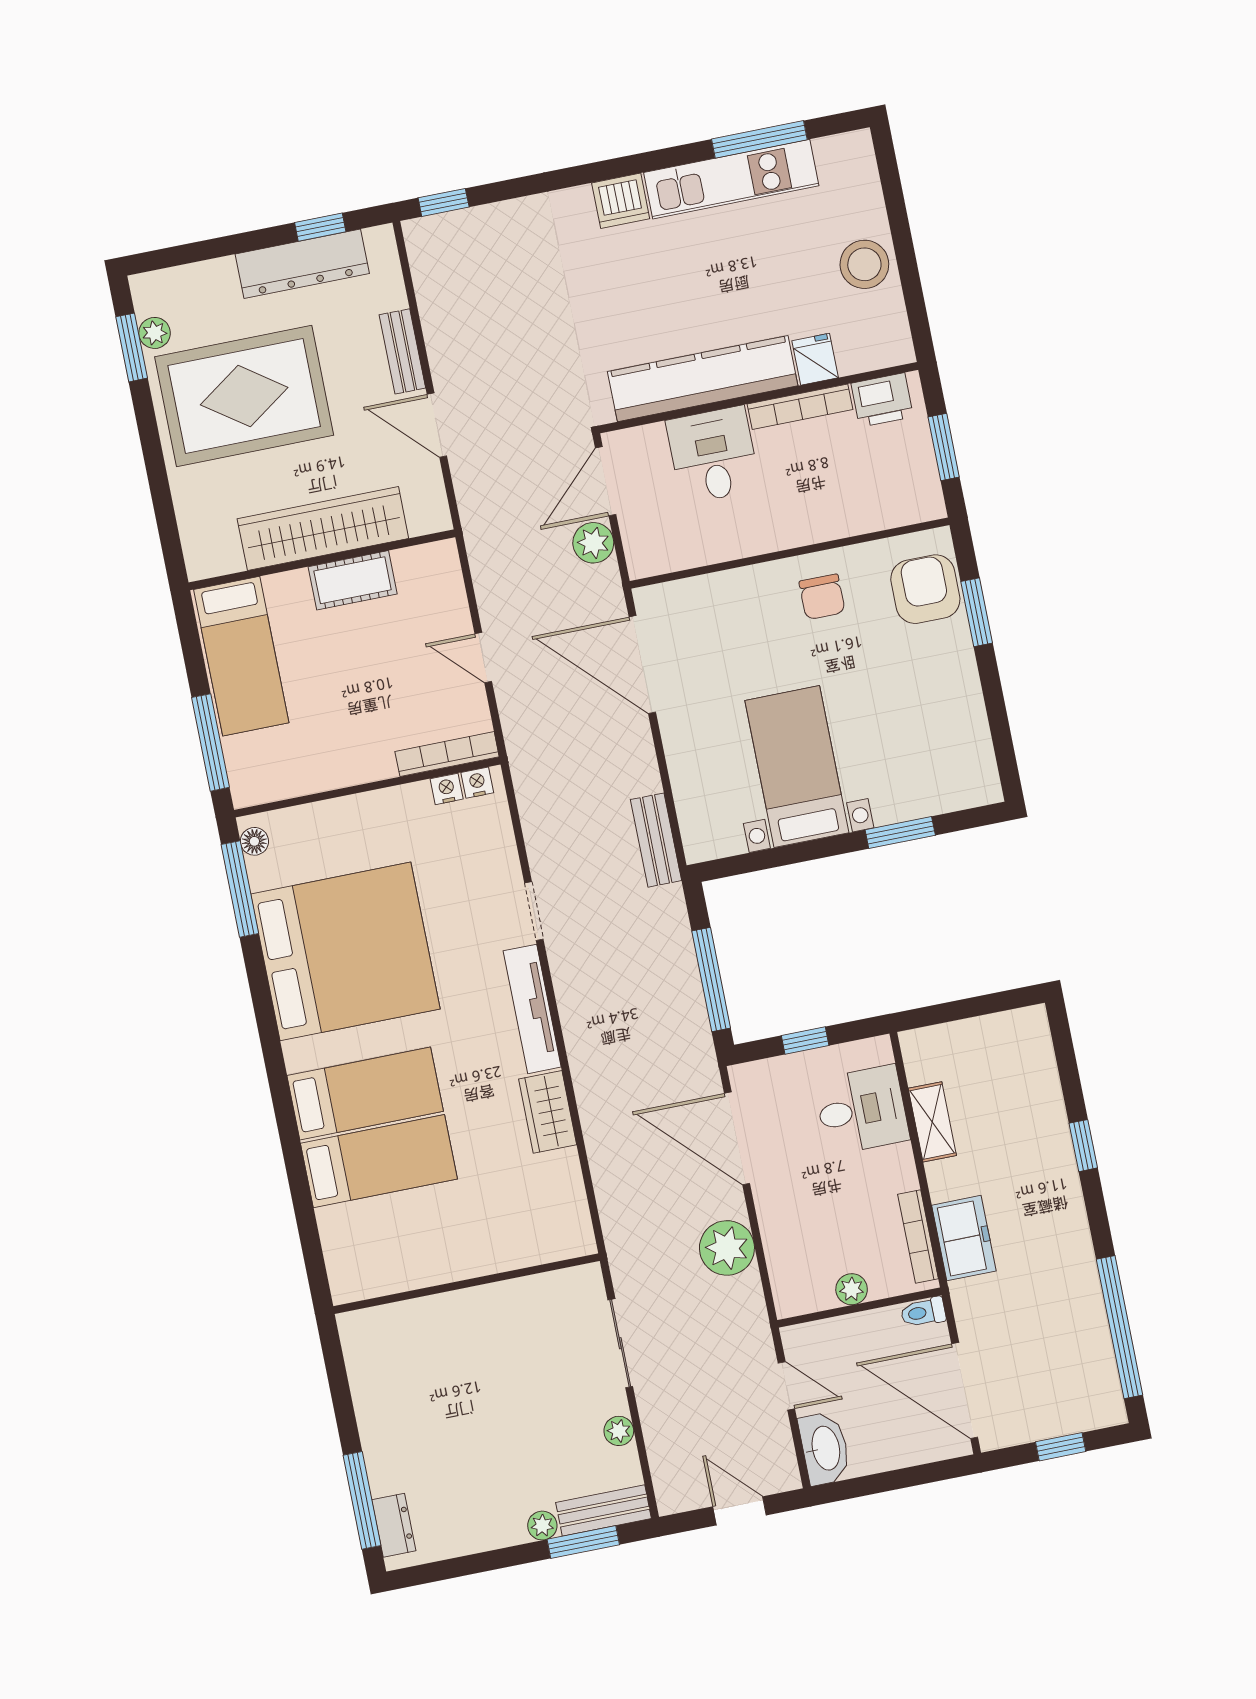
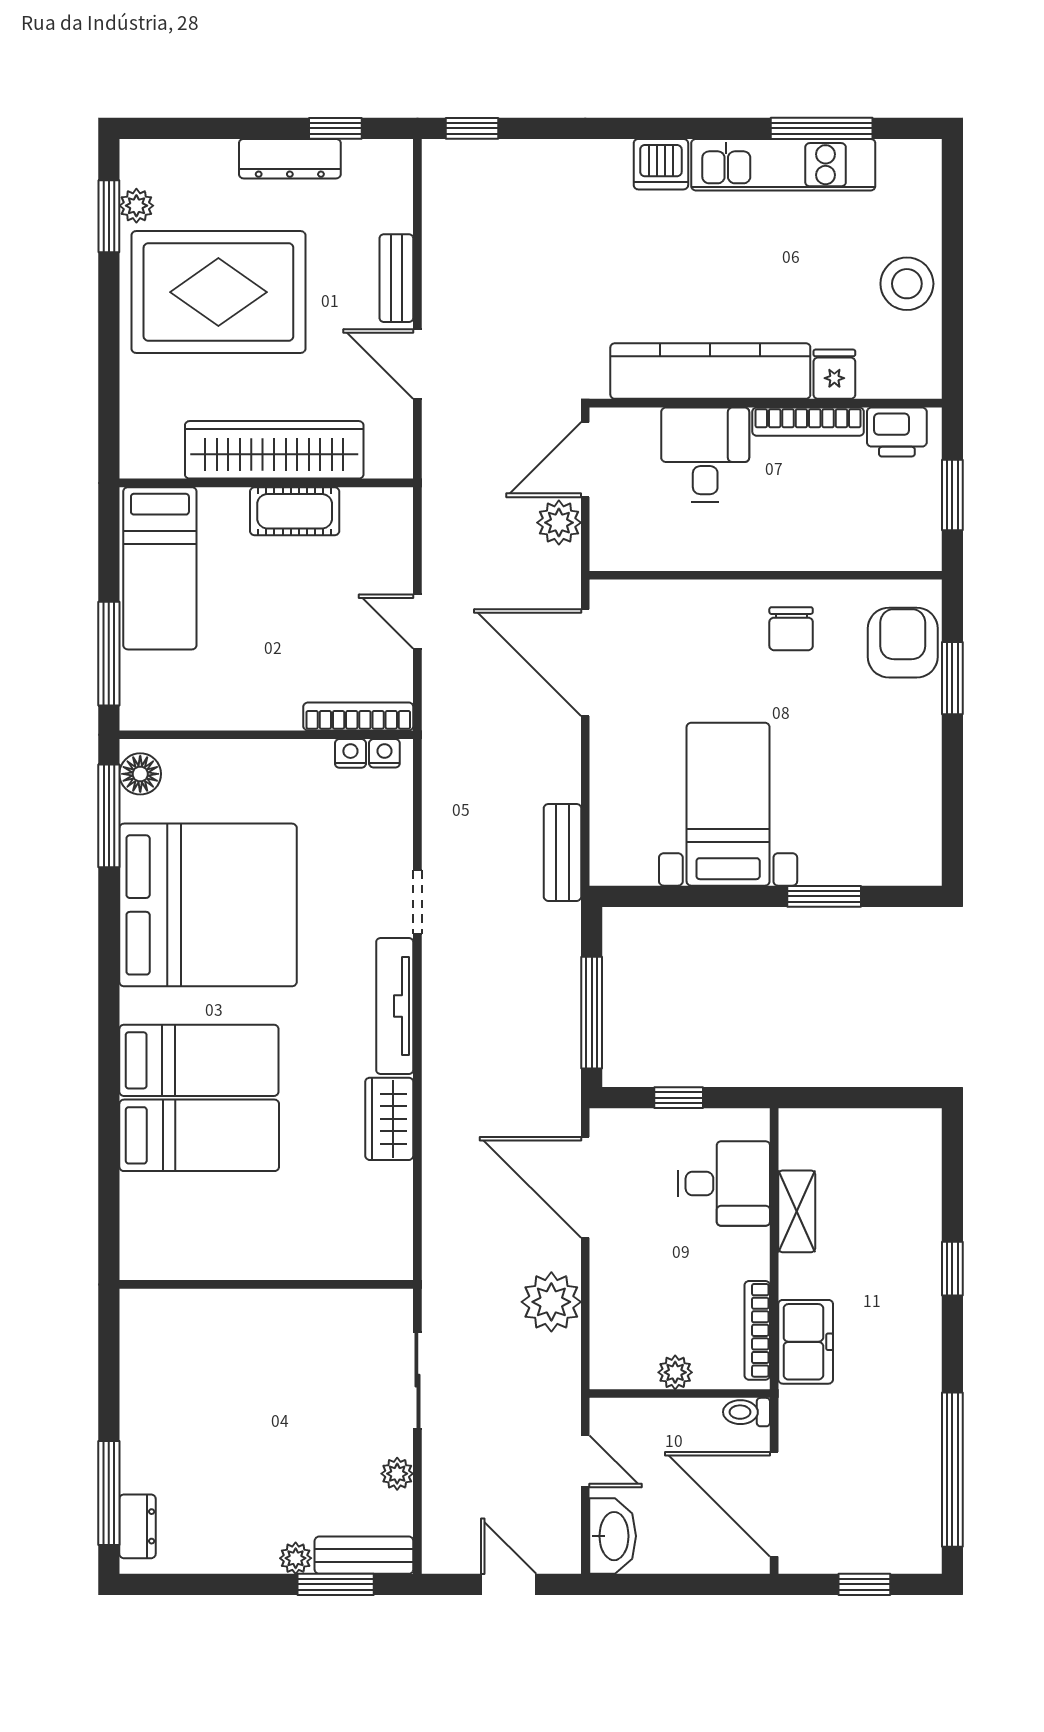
dresser: (302, 264) -> (290, 159), width x0.73, depth x0.80
floor lamp: (254, 841) -> (140, 774), width x1.37, depth x1.37

